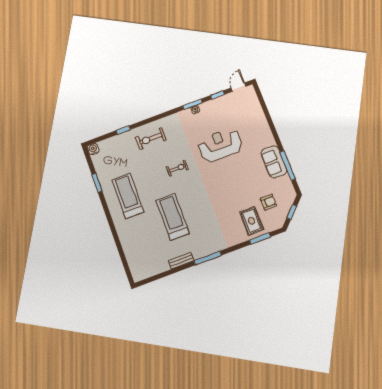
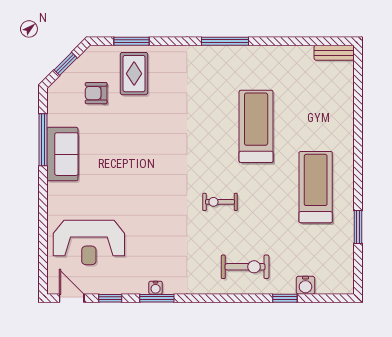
door: (238, 87) -> (72, 298), swing flipped
reception desk: (220, 145) -> (89, 242), moved
water cooler: (93, 149) -> (305, 285), moved
treadmill: (128, 196) -> (316, 187), turned 180
treadmill: (173, 217) -> (256, 126), turned 180
bench: (181, 261) -> (334, 53), moved

